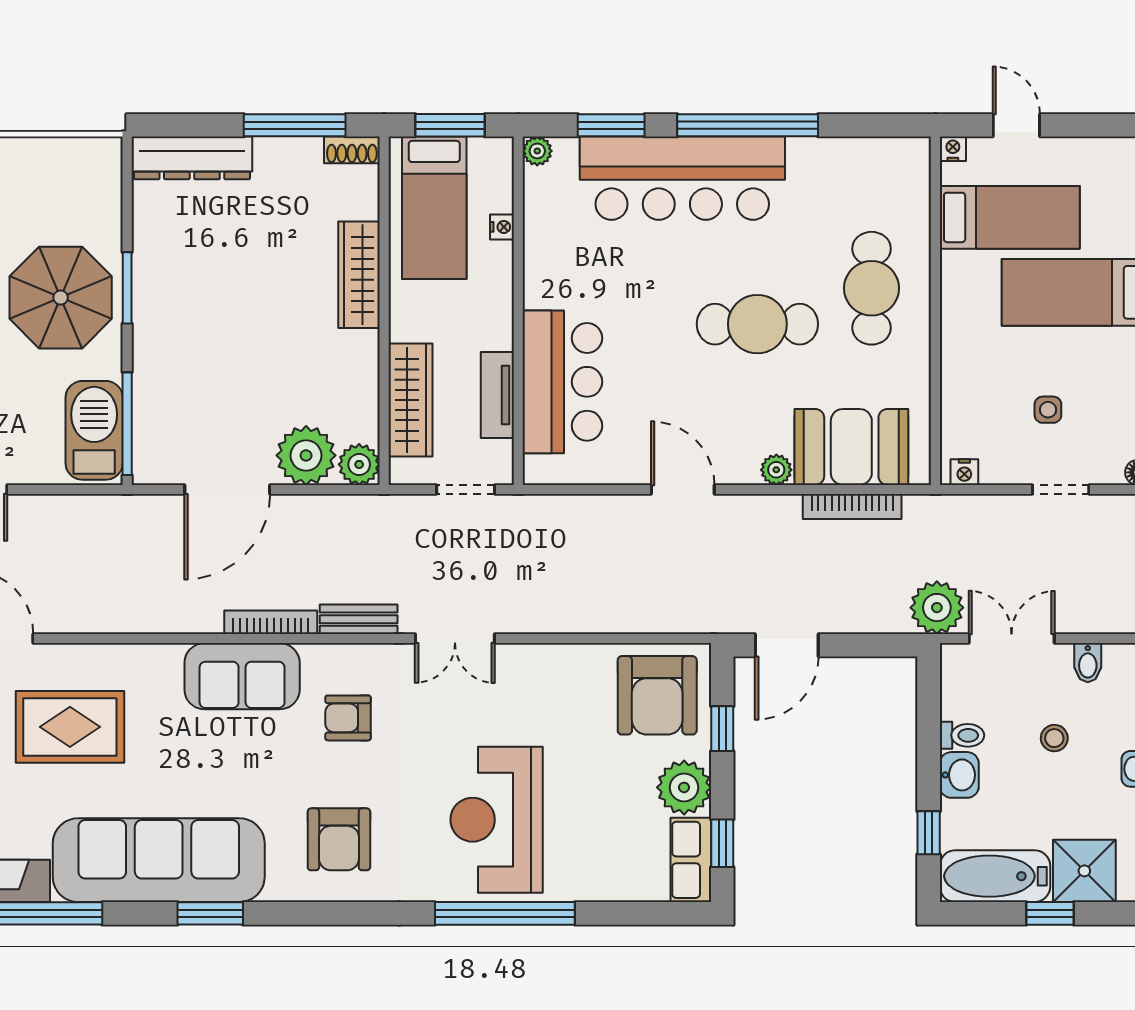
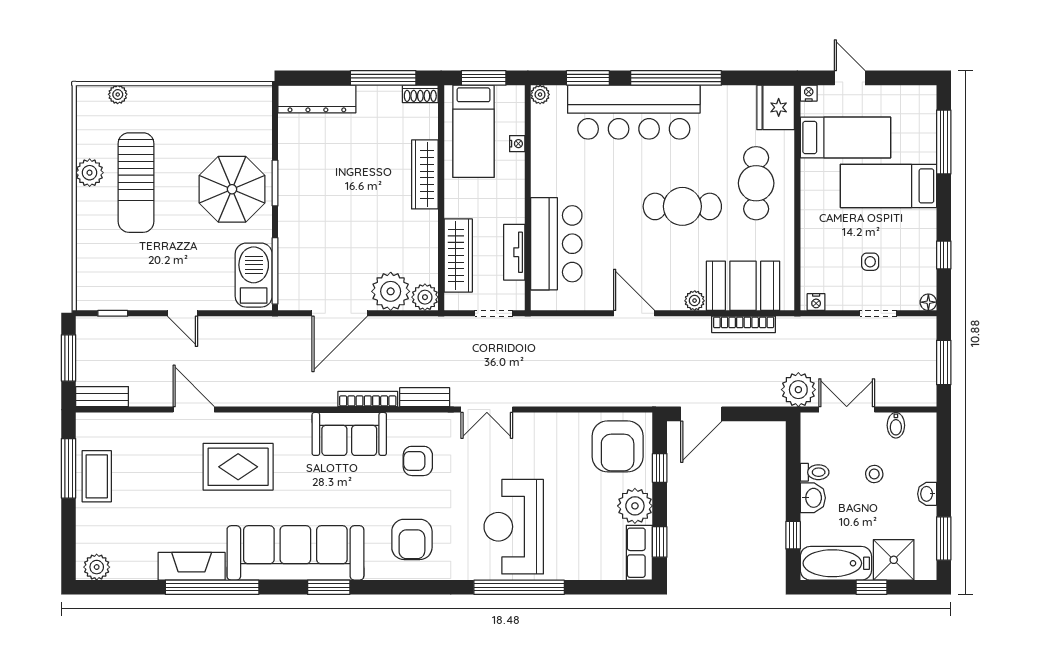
fridge: (902, 171) -> (776, 107), added

